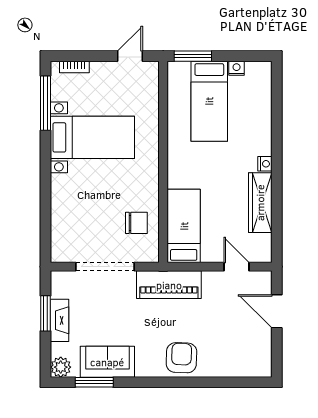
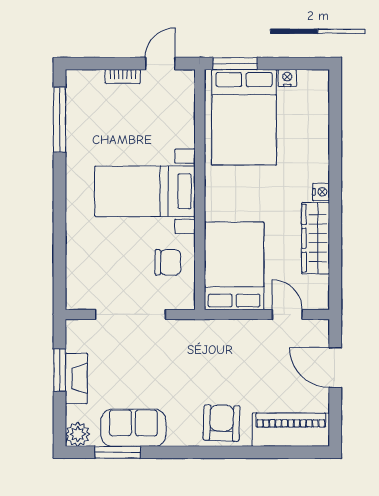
bookcase: (74, 67) -> (123, 76), moved
bed: (209, 101) -> (244, 117), width x1.50
bed with nightstands: (92, 137) -> (145, 191), moved, turned 180
bed: (184, 226) -> (234, 266), width x1.50
piano: (169, 285) -> (291, 430), moved, turned 180

